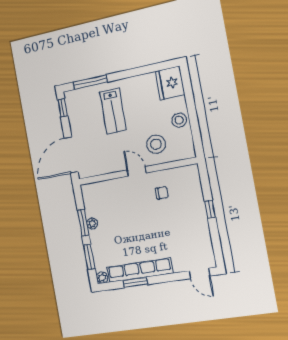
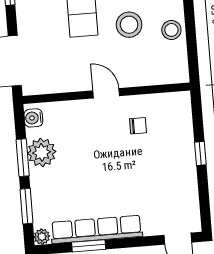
stool: (156, 144) -> (129, 25), moved
water cooler: (88, 194) -> (33, 118), added
plant: (92, 223) -> (42, 152), width x1.88, depth x1.88

